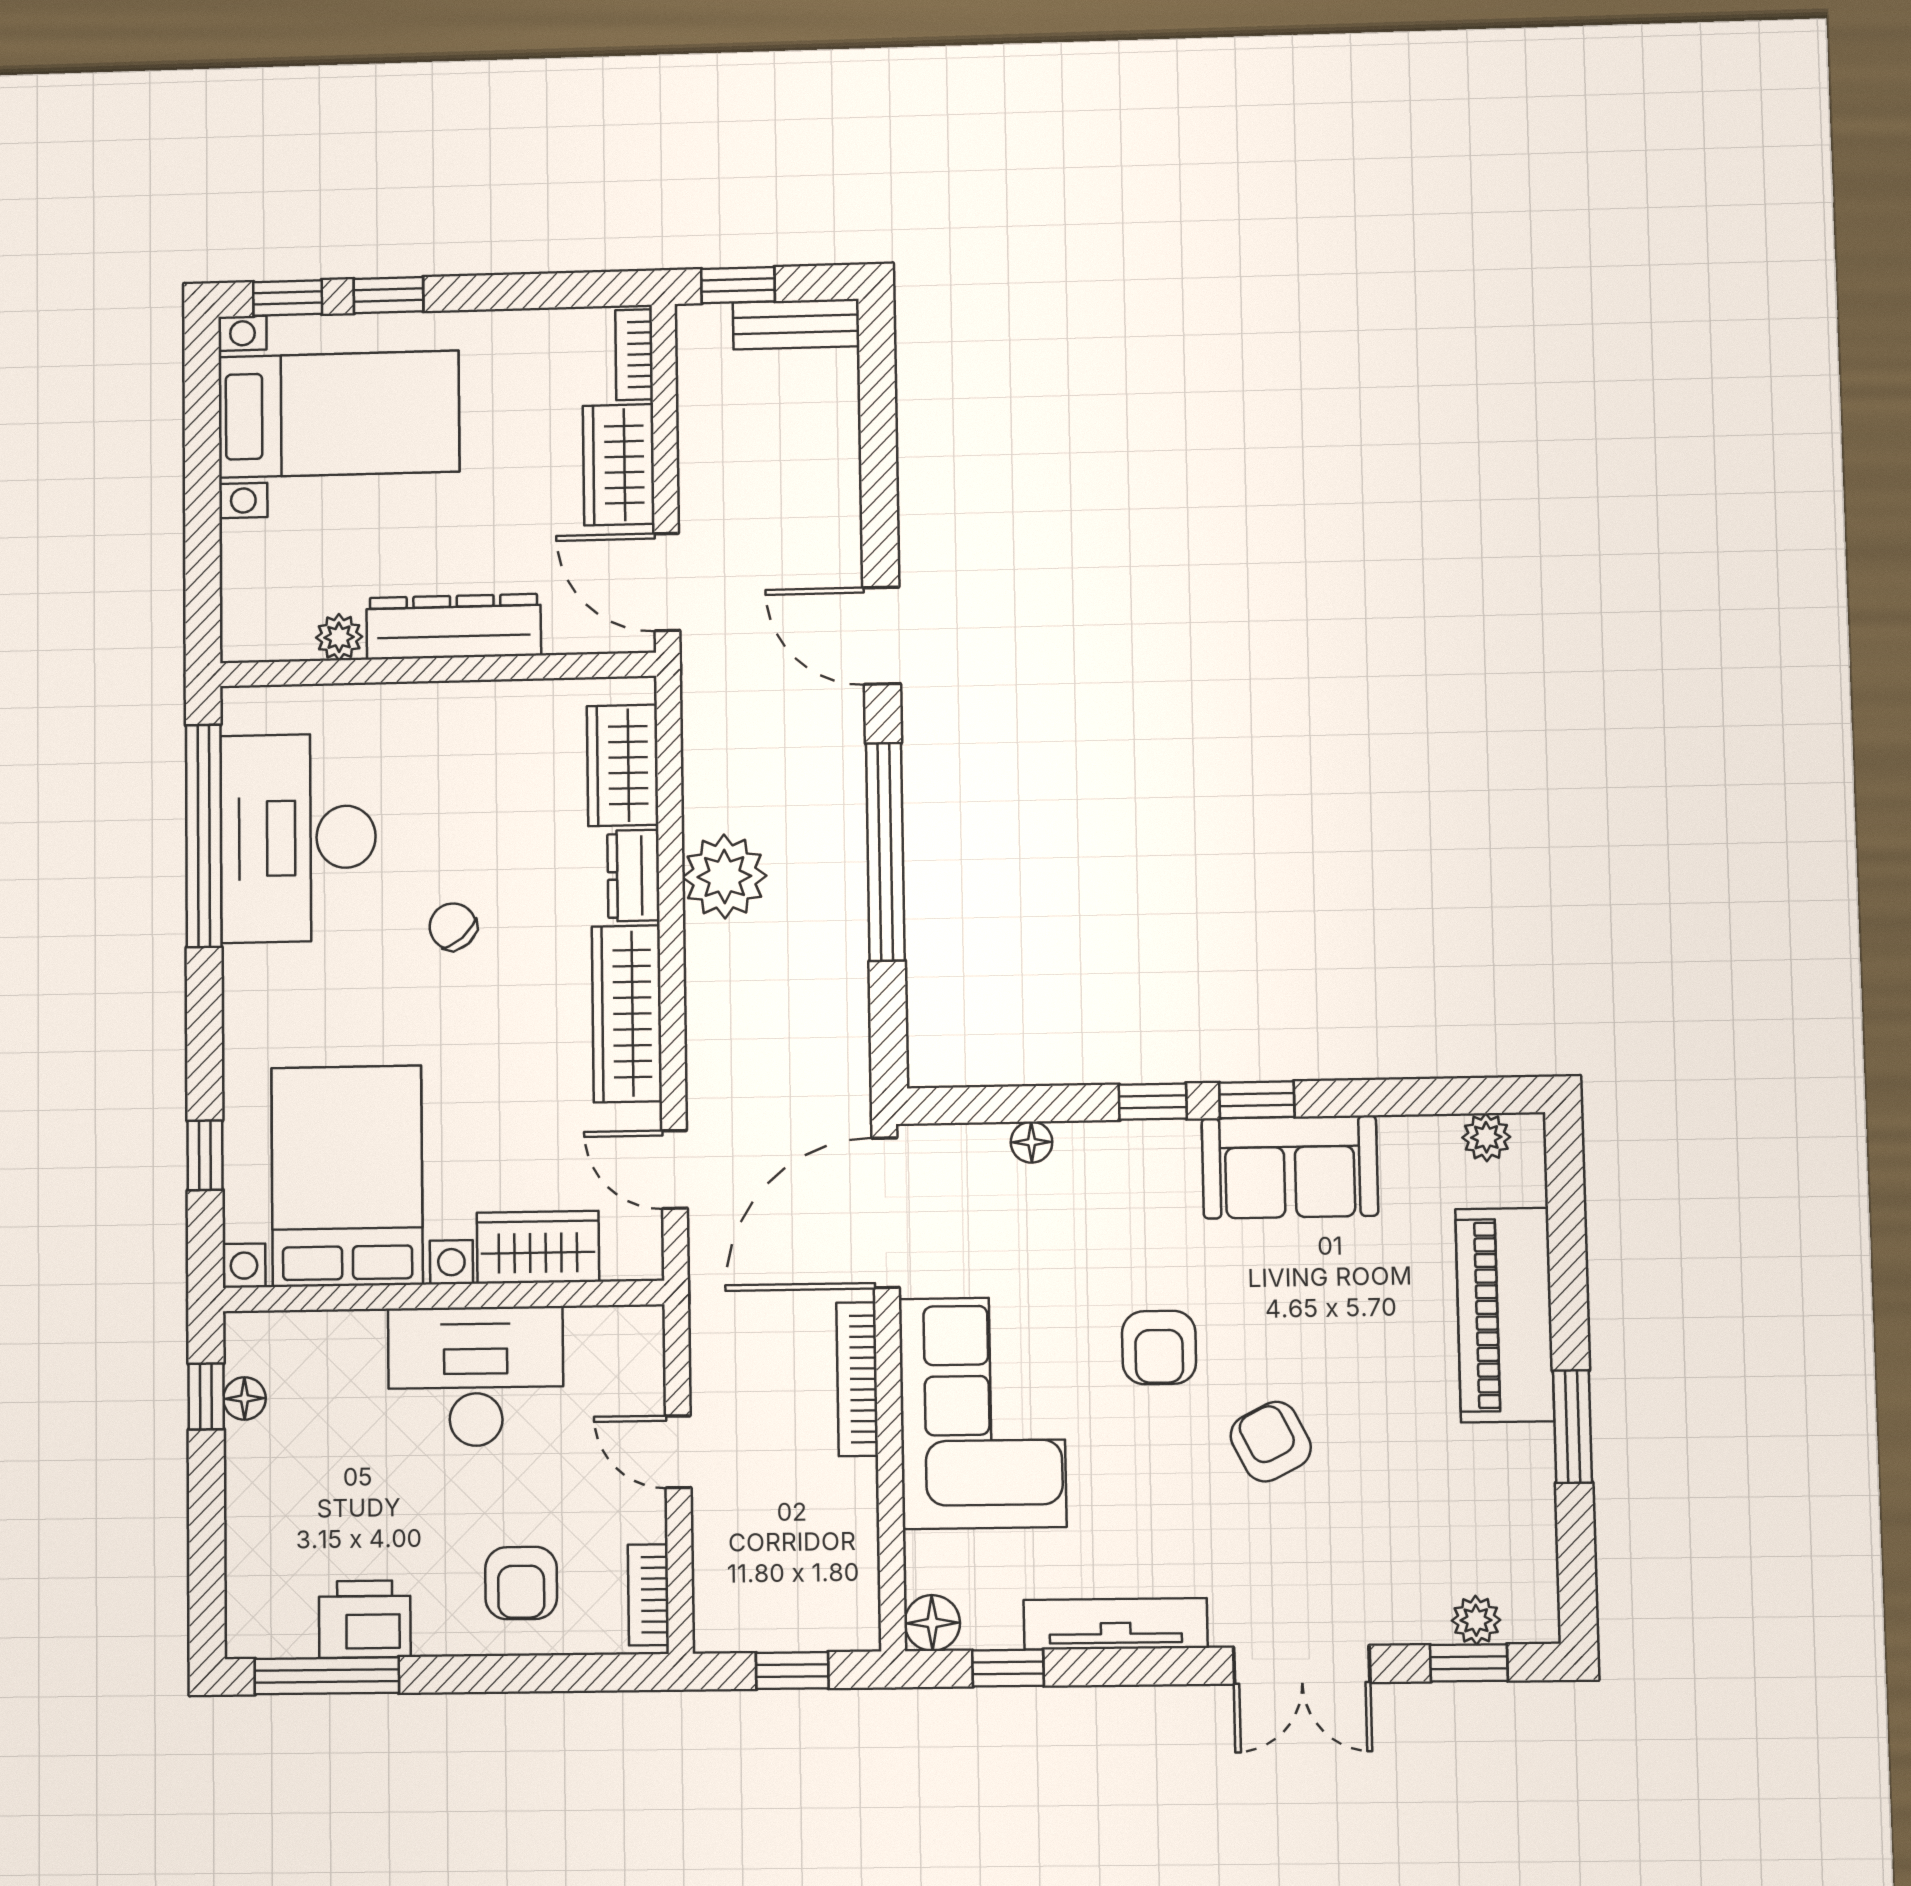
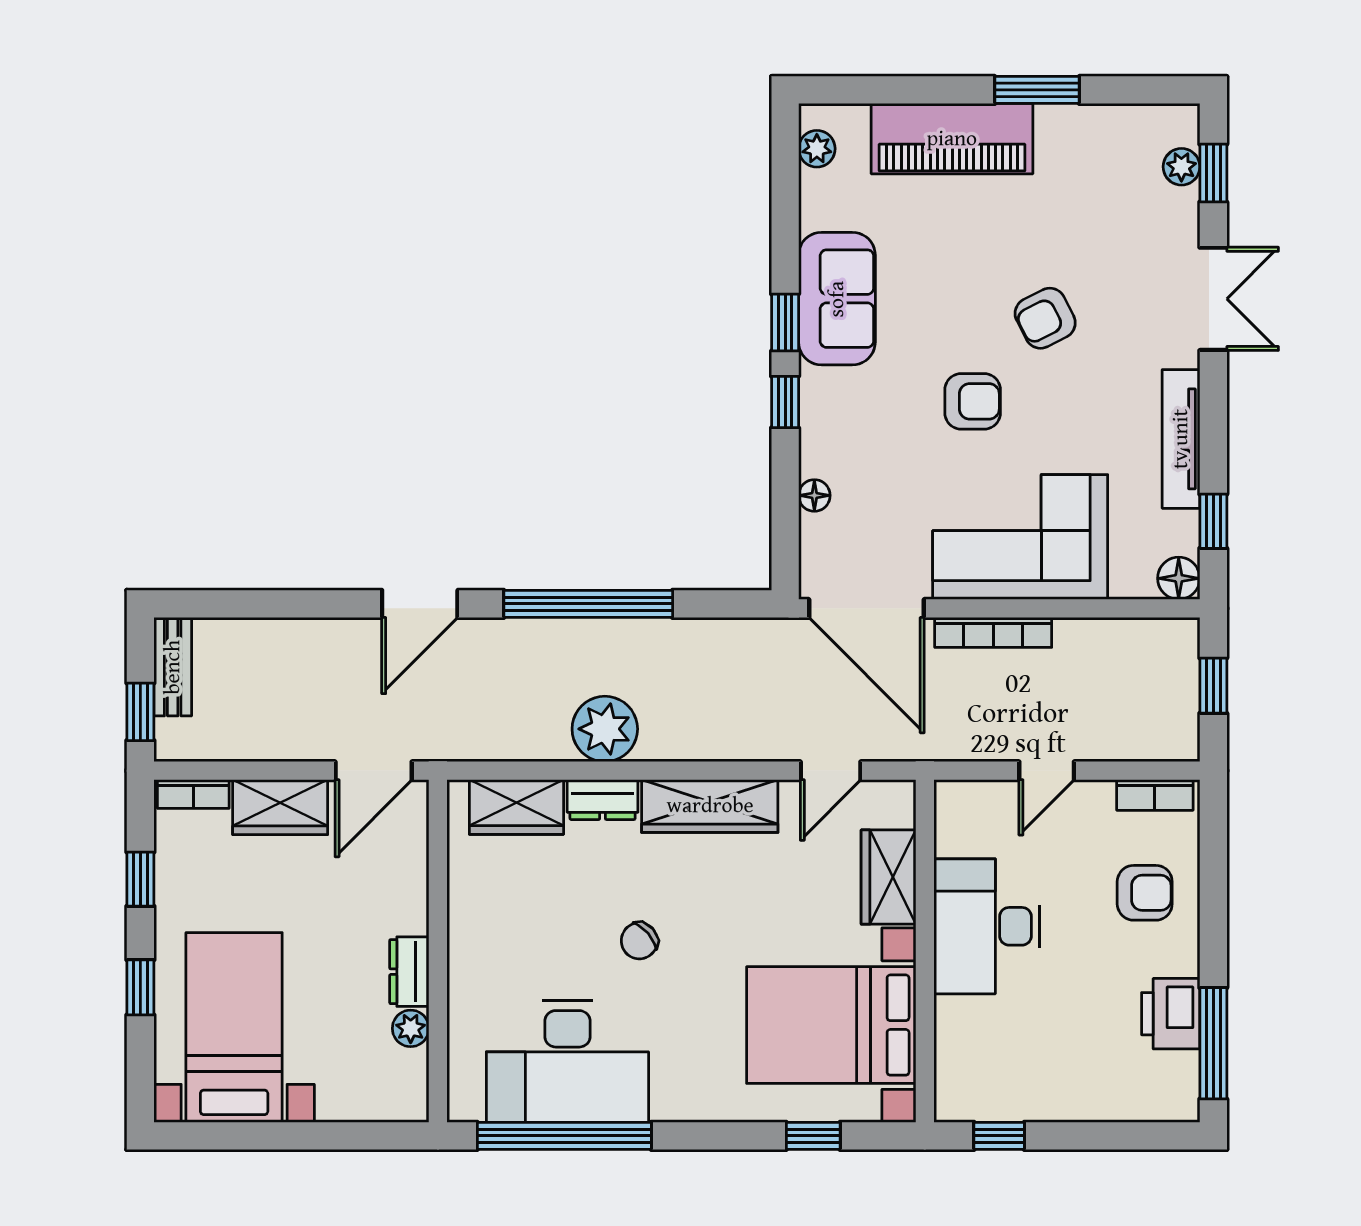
window: (288, 298) -> (140, 879), moved
dresser: (454, 627) -> (409, 972), width x0.51, depth x0.80
floor lamp: (244, 1398) -> (1001, 1106), removed

